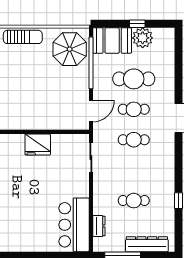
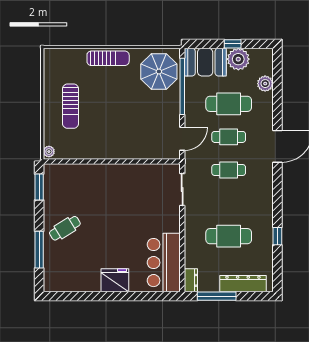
plant: (167, 60) -> (265, 84), added
fridge: (38, 145) -> (115, 280), moved, turned 180
cafe table: (134, 201) -> (229, 236), width x1.37, depth x1.35
dresser: (99, 226) -> (191, 280), moved

